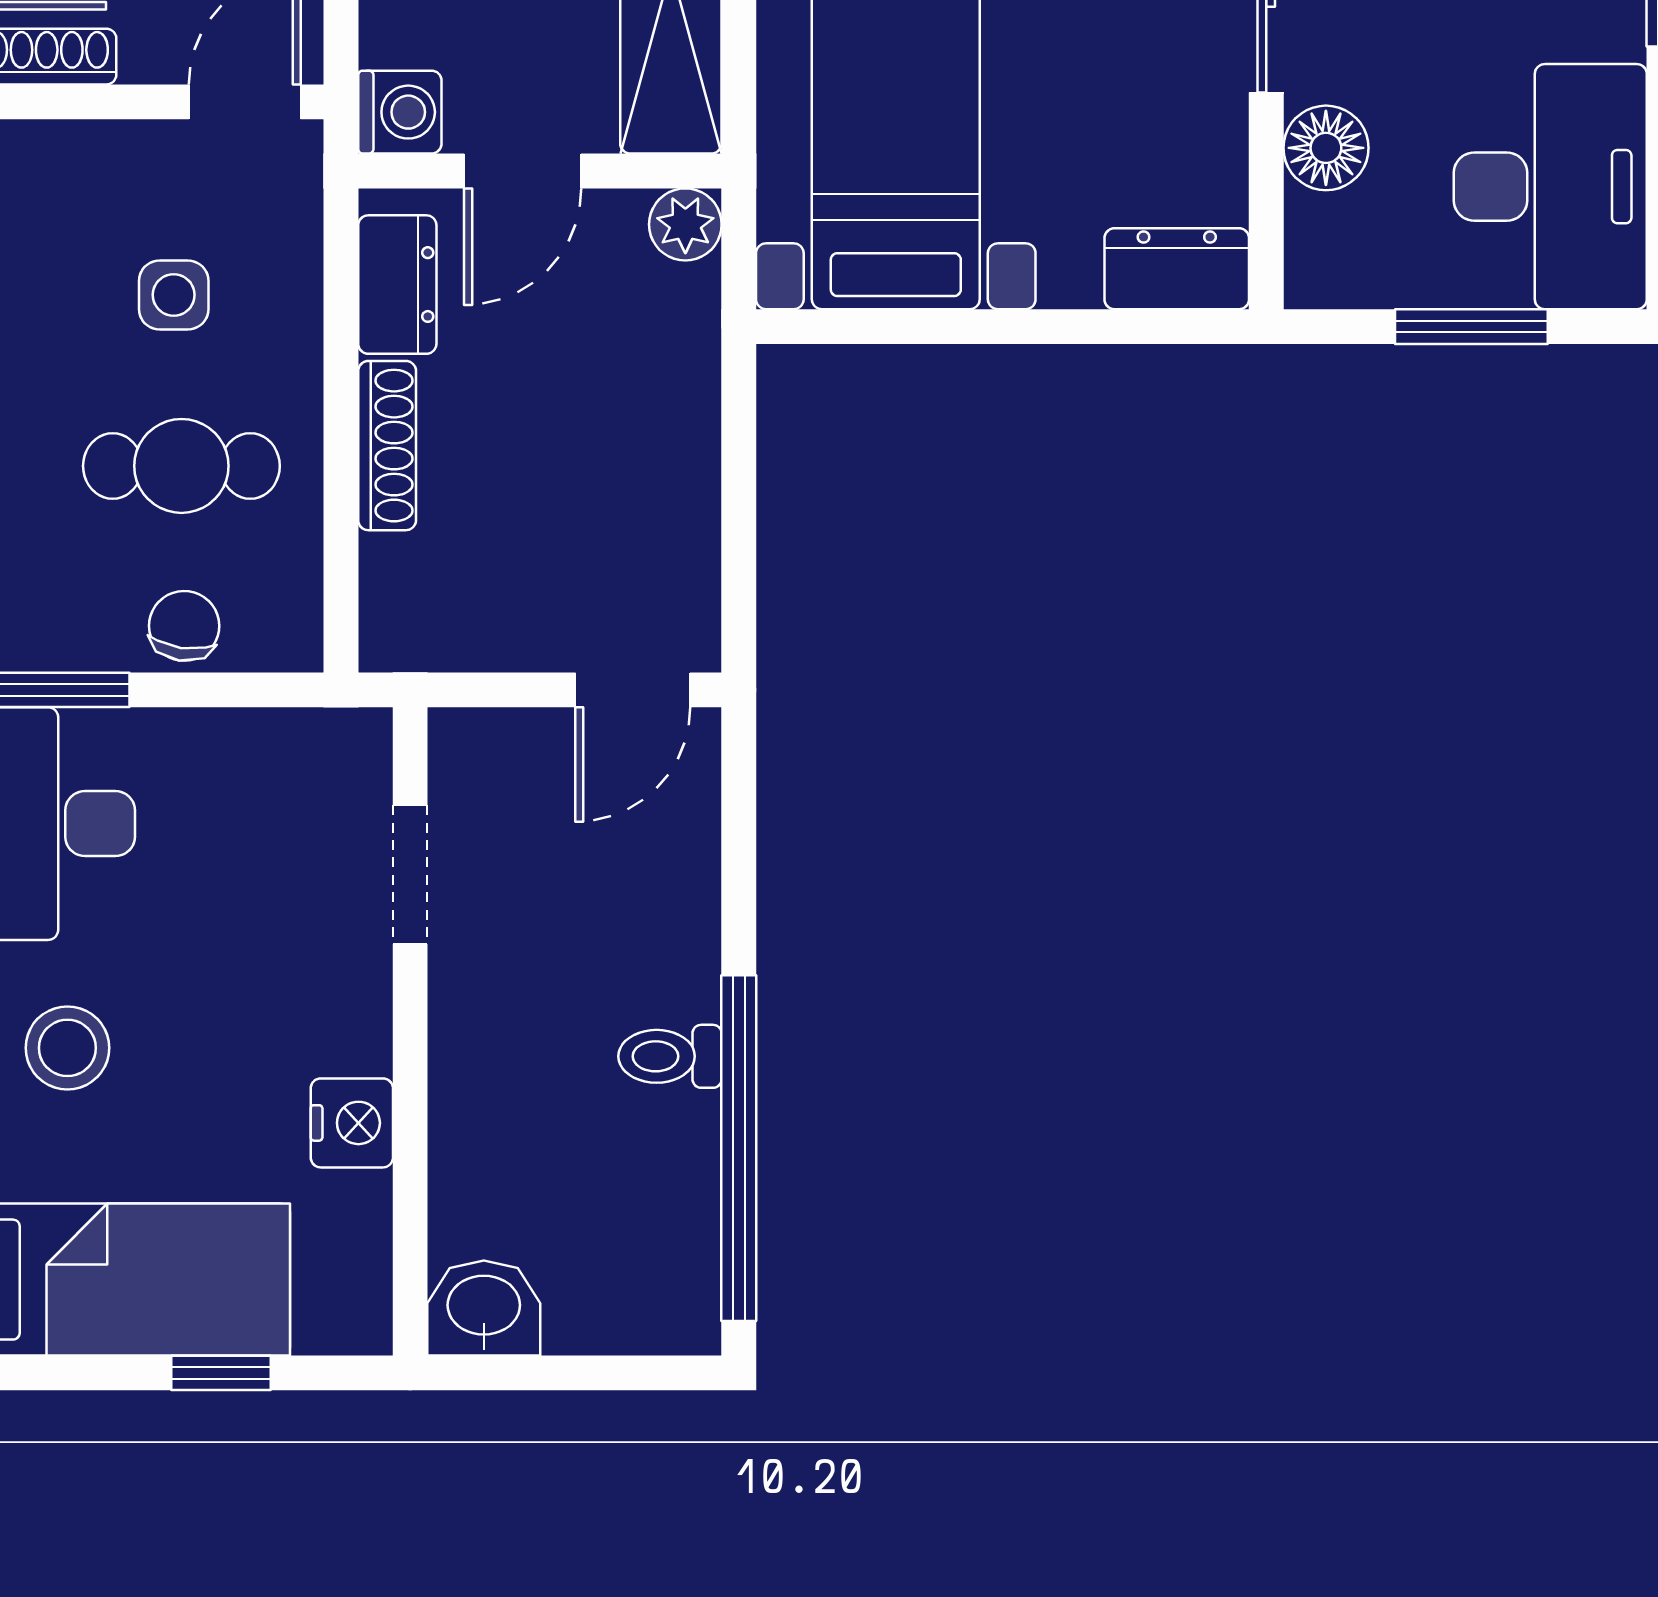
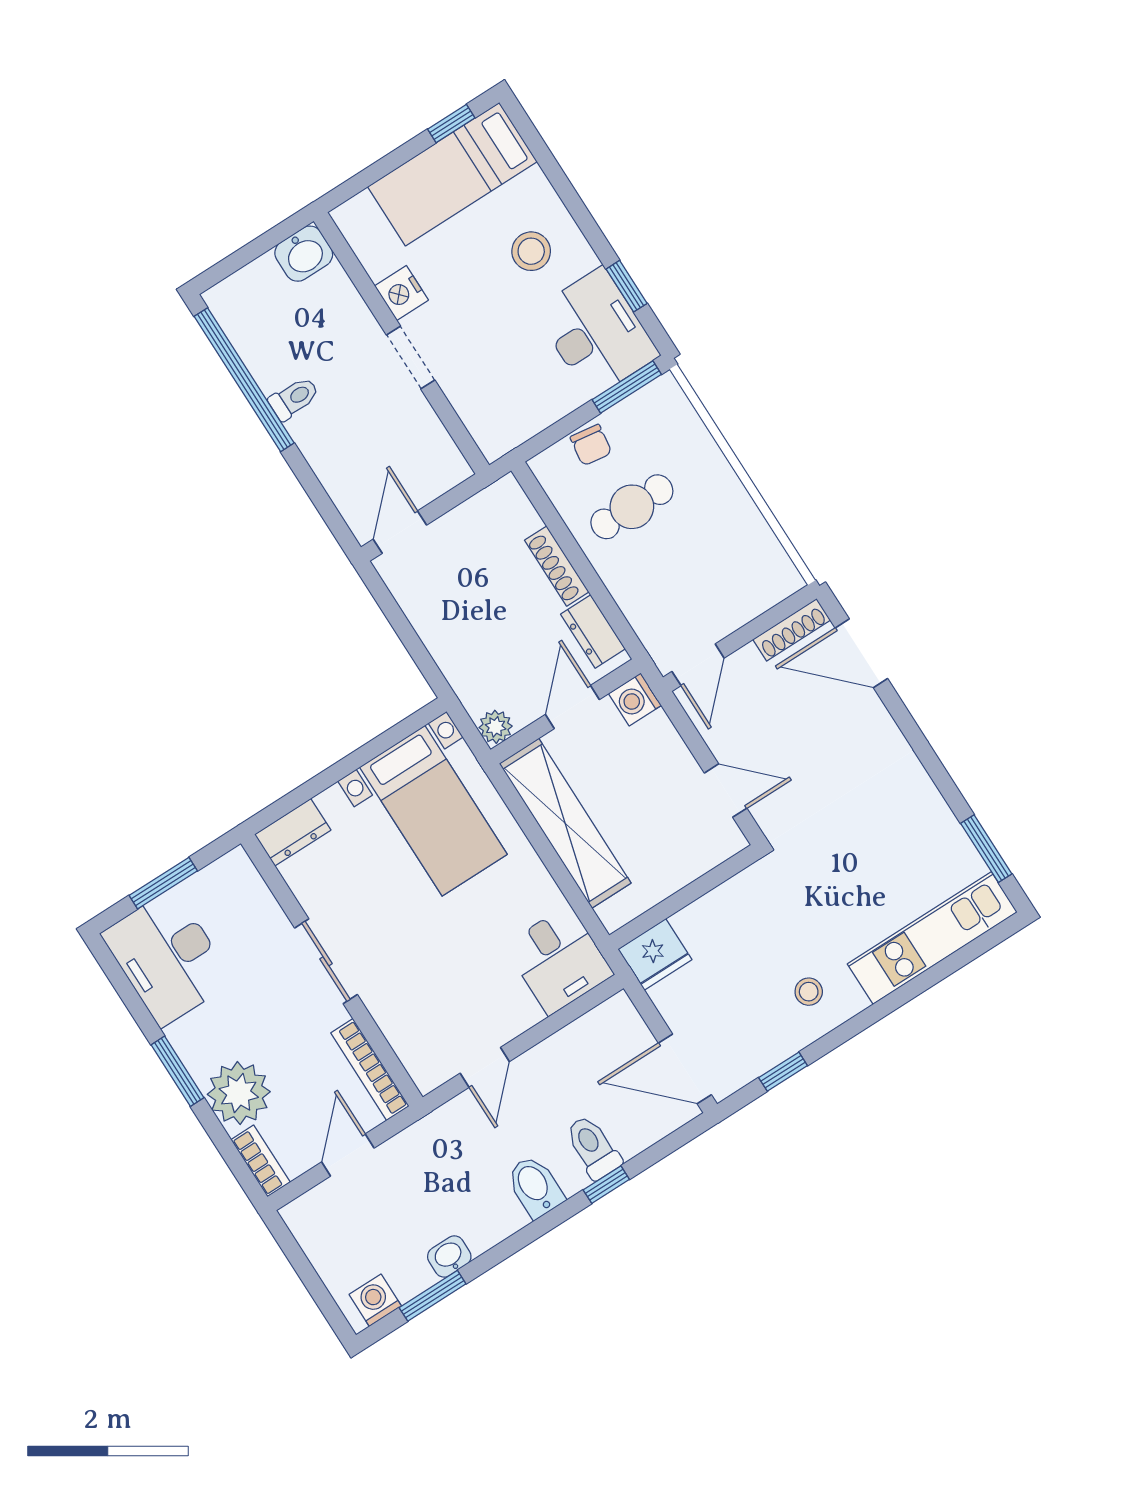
floor lamp: (1326, 148) -> (265, 917), removed
side table: (174, 295) -> (678, 572), removed
doorway: (410, 875) -> (411, 357), moved
window: (221, 1373) -> (451, 124), moved

